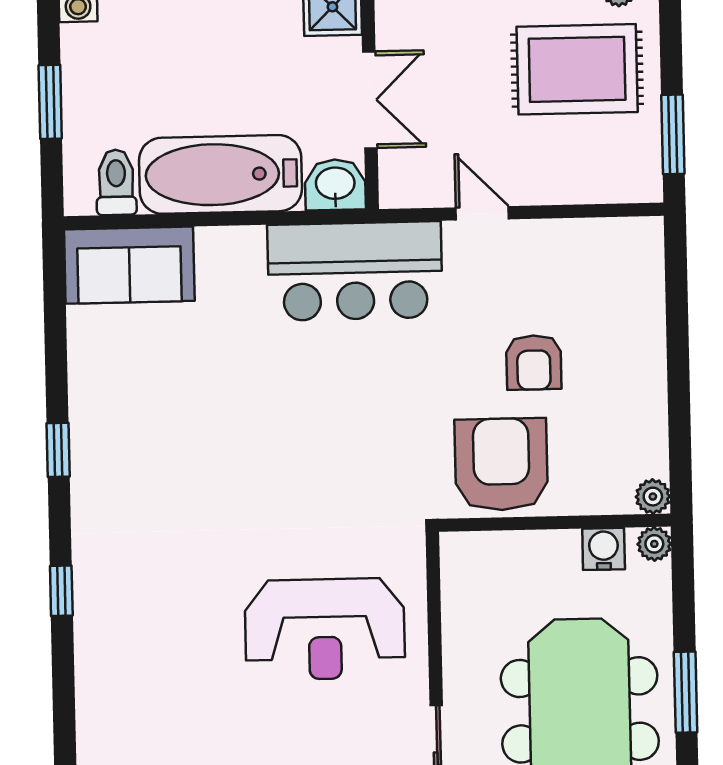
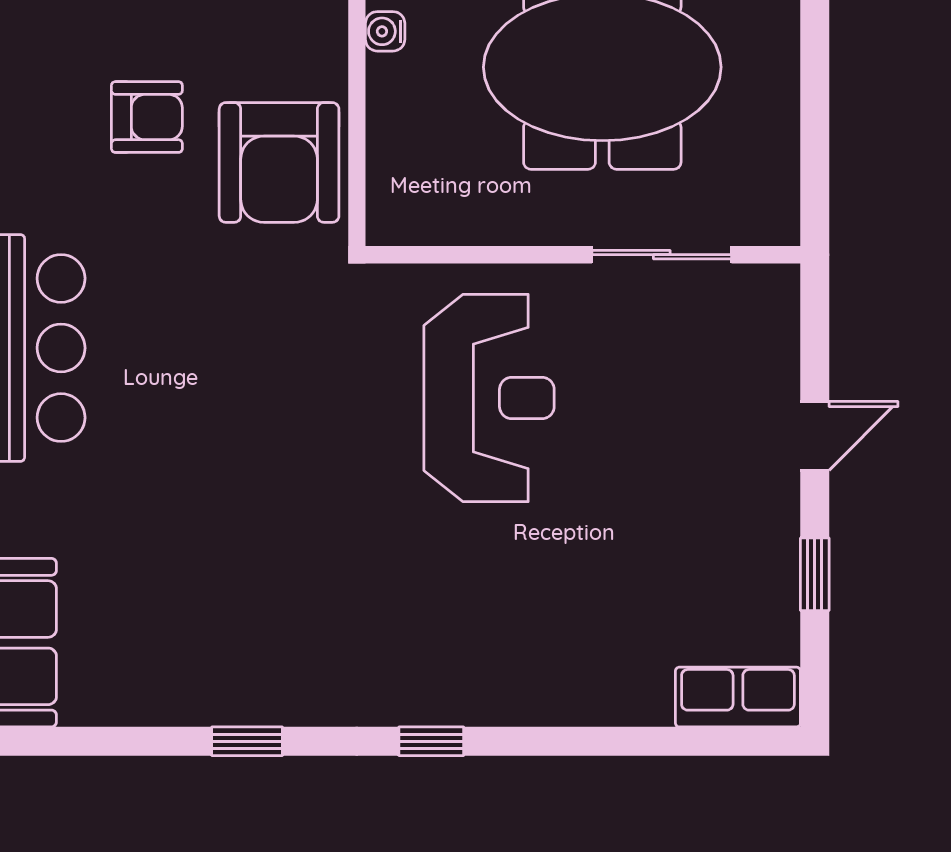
armchair: (501, 464) -> (279, 162), turned -90
water cooler: (604, 549) -> (385, 31), width x0.72, depth x0.72

